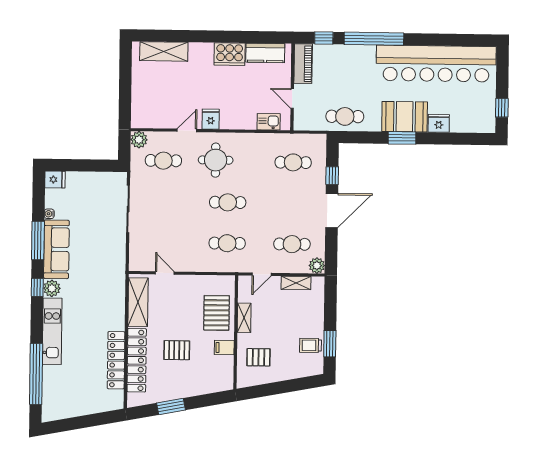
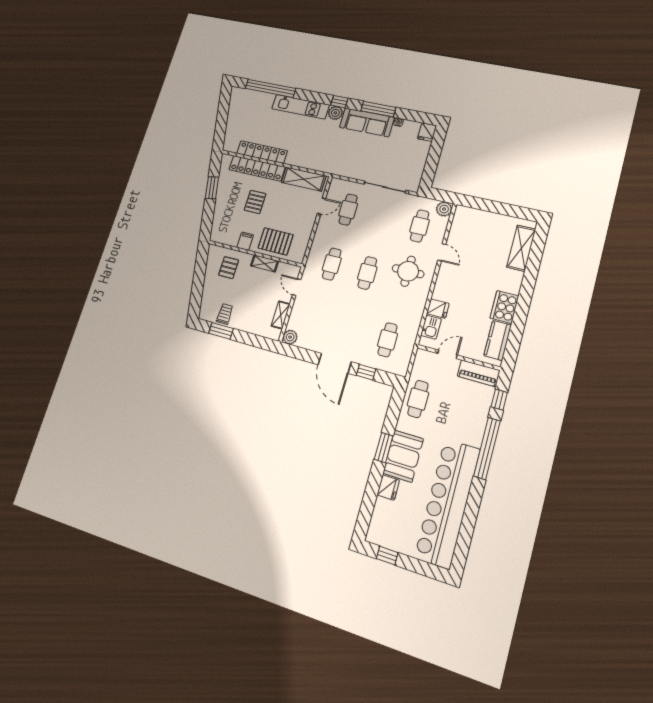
fridge: (211, 119) -> (438, 309), moved
cafe table: (292, 244) -> (348, 210), moved

